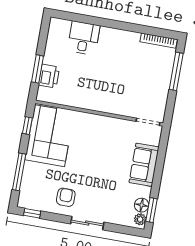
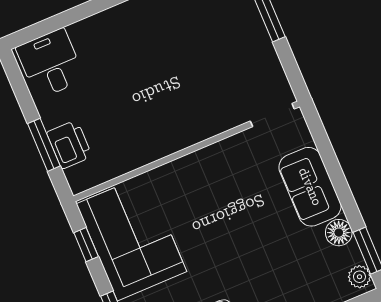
desk: (84, 38) -> (50, 63), moved
floor lamp: (142, 205) -> (339, 233), moved

